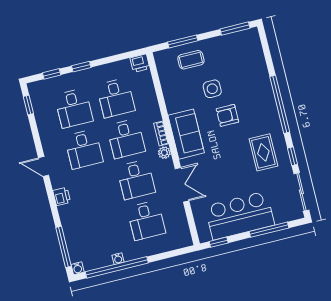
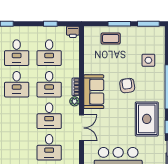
window: (183, 41) -> (119, 24), moved
window: (81, 67) -> (50, 24), moved
side table: (212, 89) -> (148, 60), moved
armchair: (227, 115) -> (127, 86), turned 82
rug: (263, 152) -> (147, 119), width x1.36, depth x1.43

